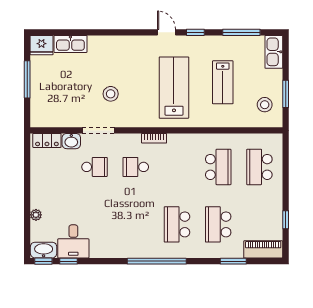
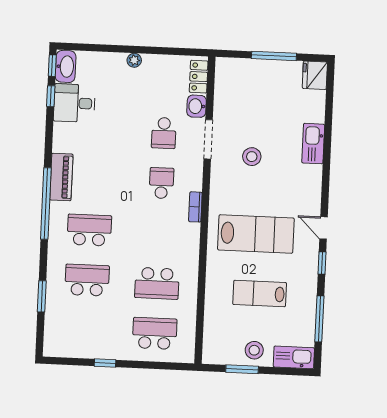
door: (166, 32) -> (323, 228), swing flipped
kitchen sink: (70, 44) -> (313, 144), moved
stool: (265, 105) -> (254, 350), moved
plant: (36, 215) -> (134, 60), moved
window: (286, 220) -> (105, 363), moved
piano: (263, 249) -> (61, 177), moved

